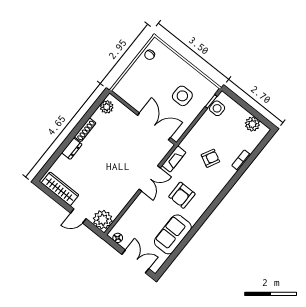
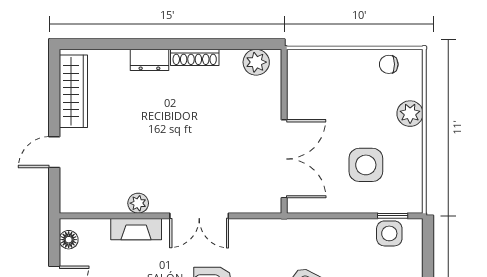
plant: (176, 62) -> (410, 114), added
fireplace: (174, 159) -> (136, 229), moved
door: (78, 216) -> (54, 152), hinge flipped
plant: (103, 220) -> (138, 203), moved, width x0.53, depth x0.53

